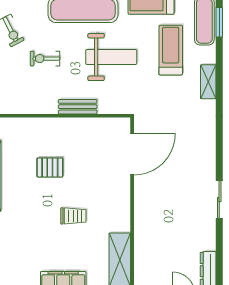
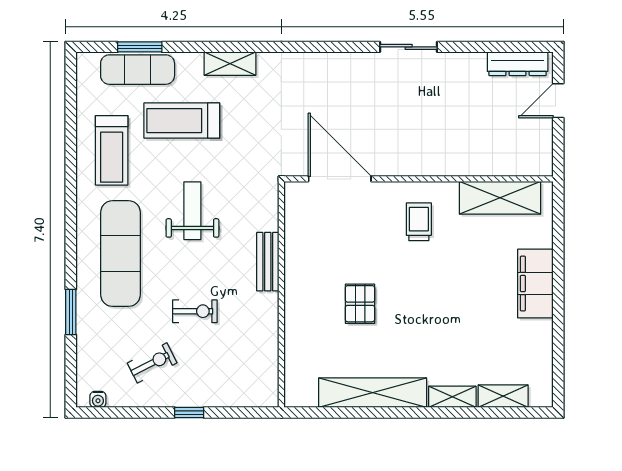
weight bench: (111, 57) -> (192, 211), width x0.73, depth x0.75
exercise bike: (45, 59) -> (195, 311), turned -90
trolley: (73, 216) -> (419, 222), moved

